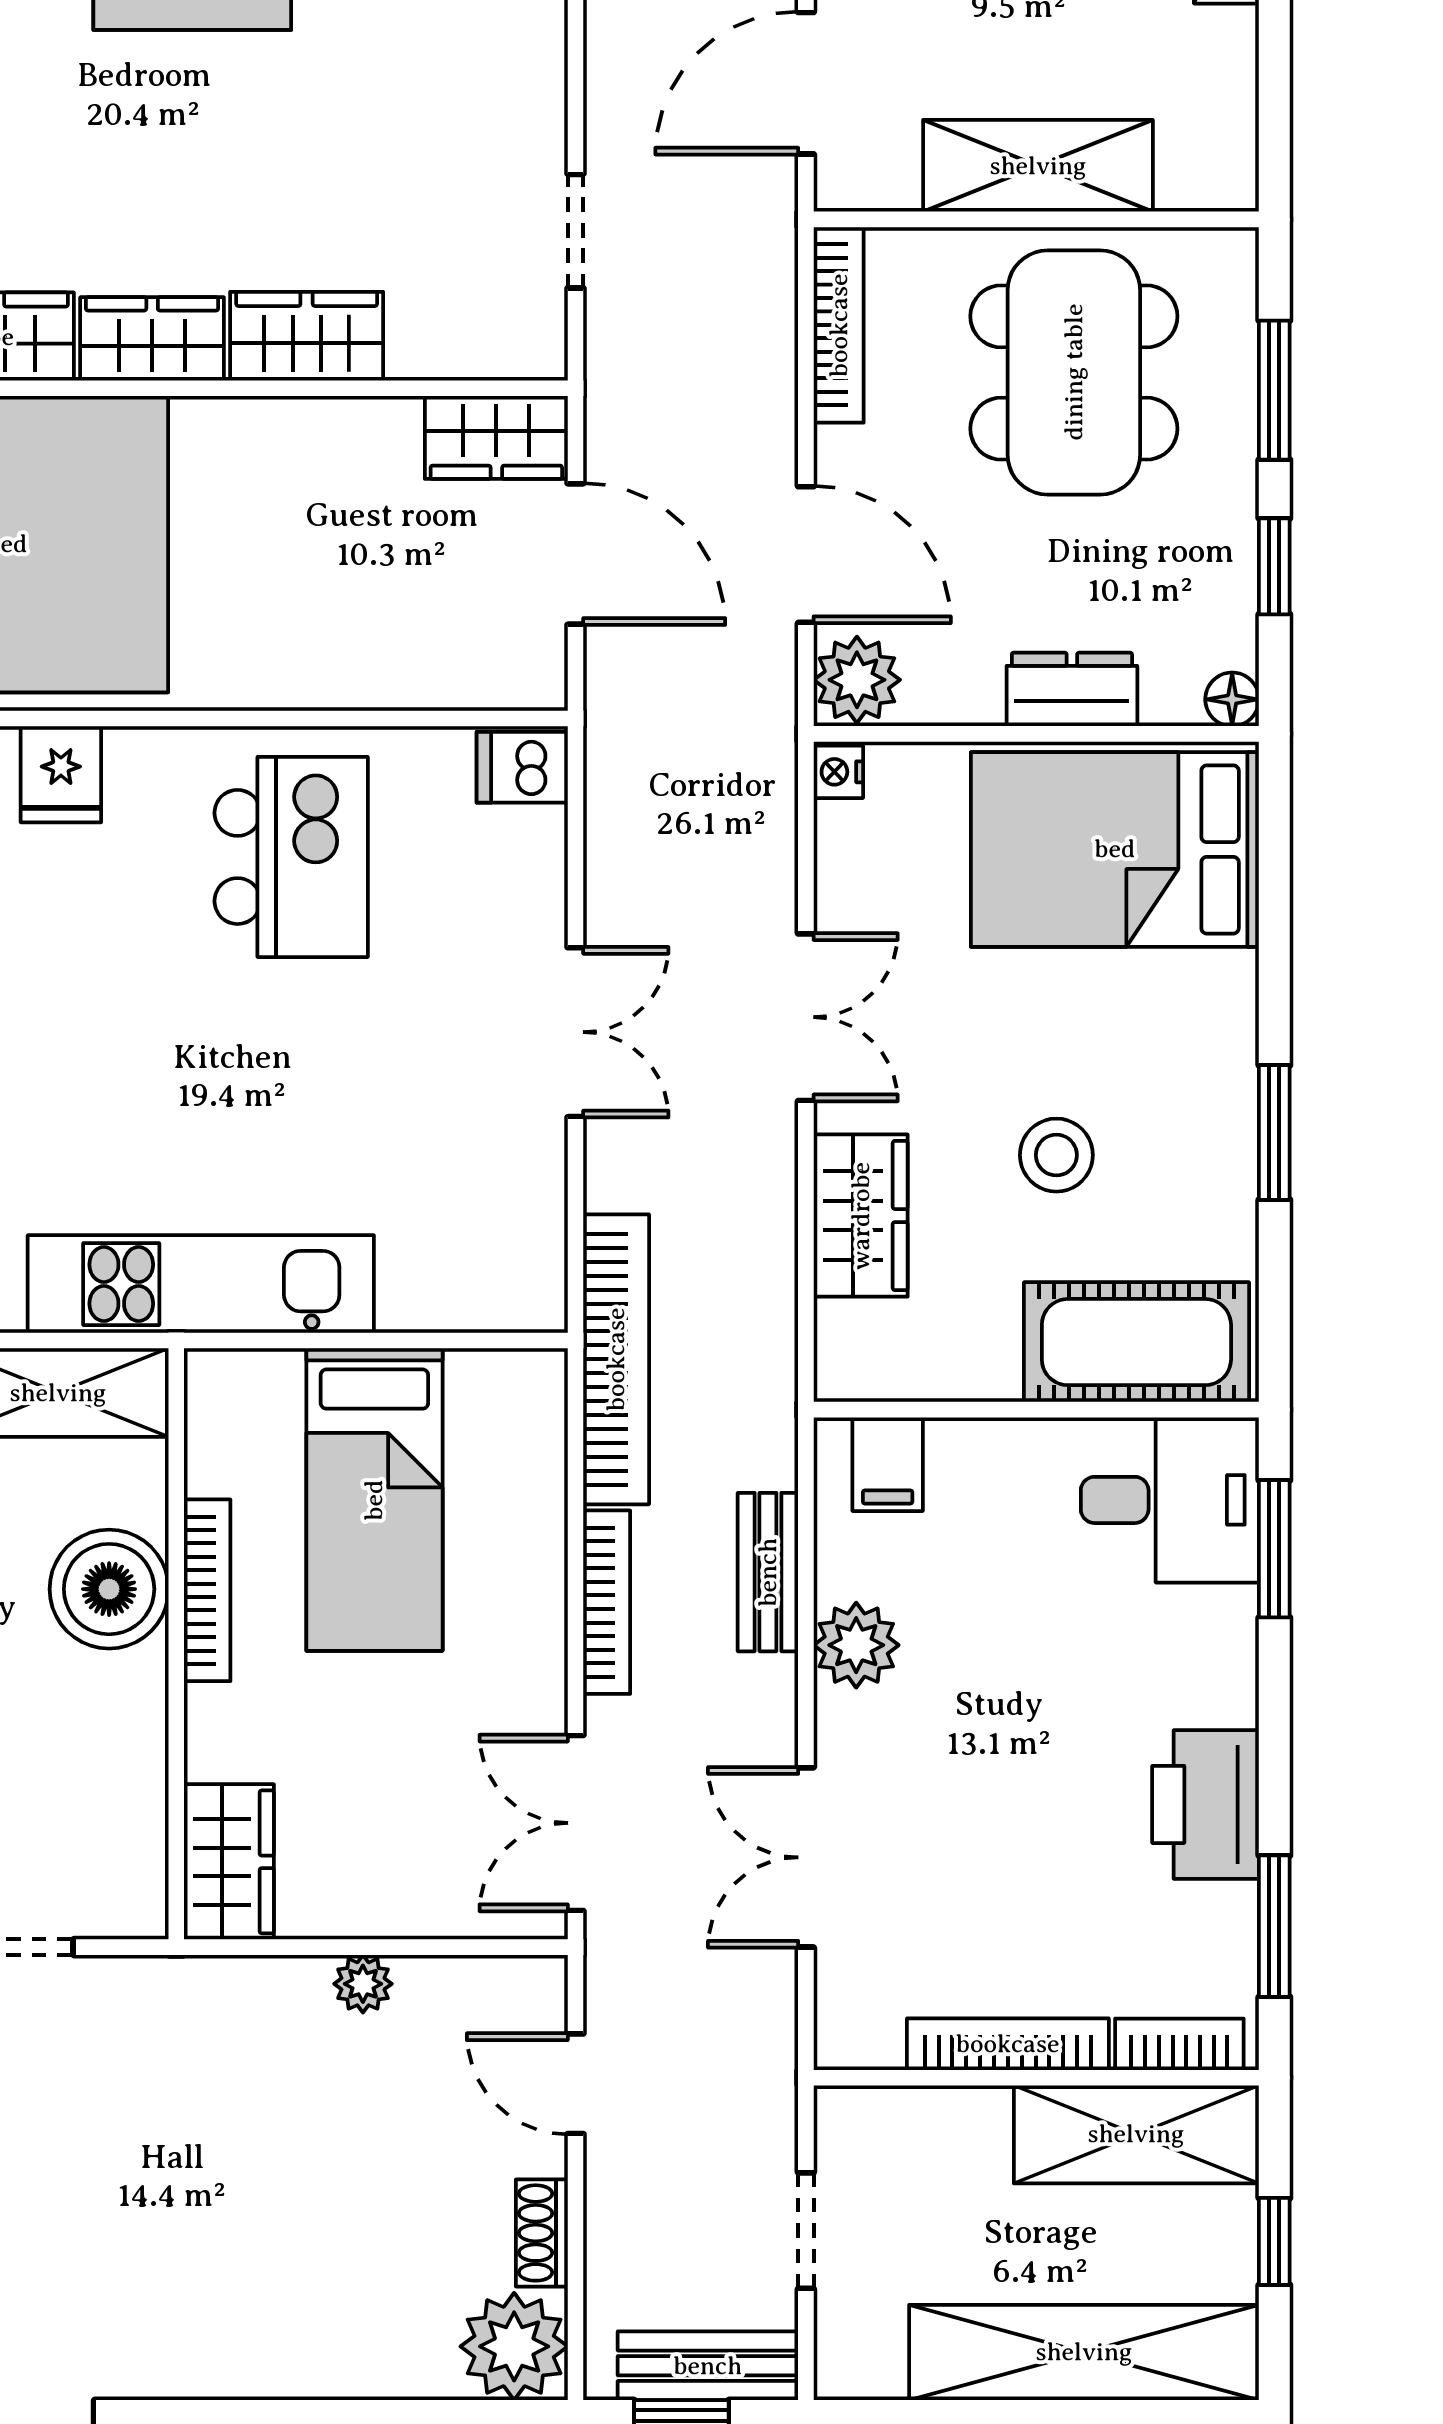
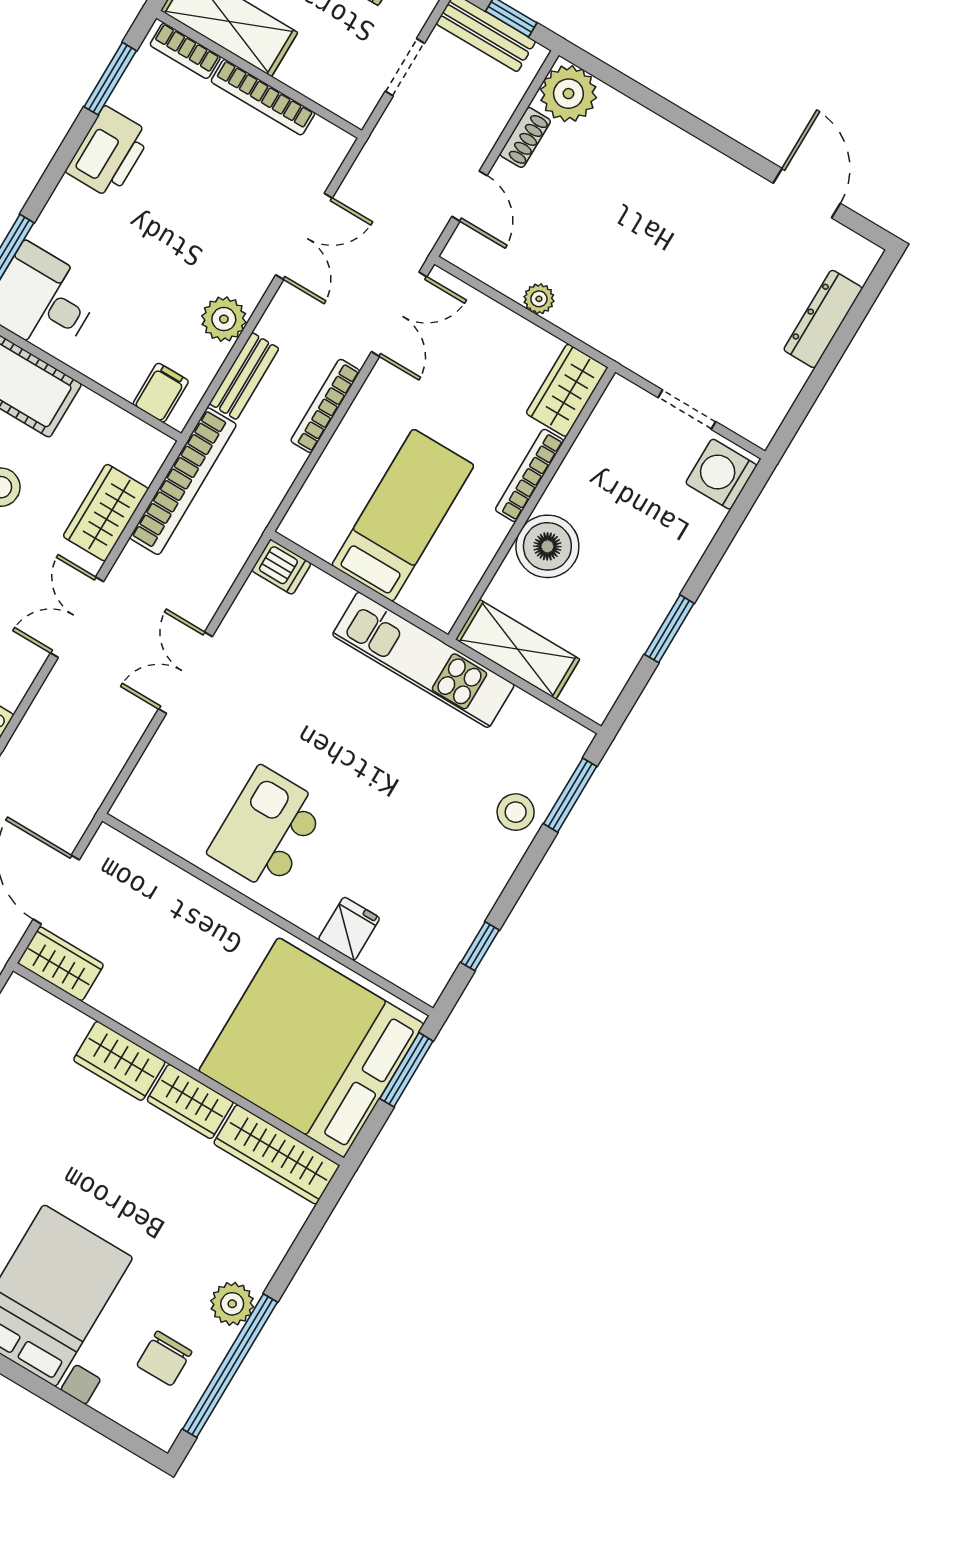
dishwasher: (522, 767) -> (281, 567), moved
bookcase: (616, 1359) -> (183, 481), moved, turned 180
bookcase: (207, 1590) -> (529, 475), moved

